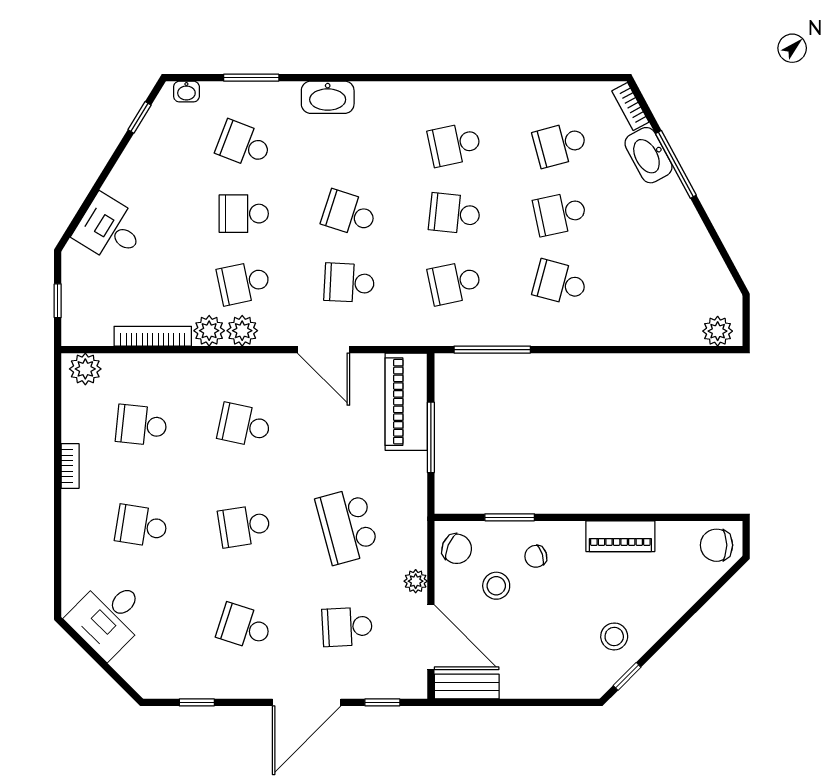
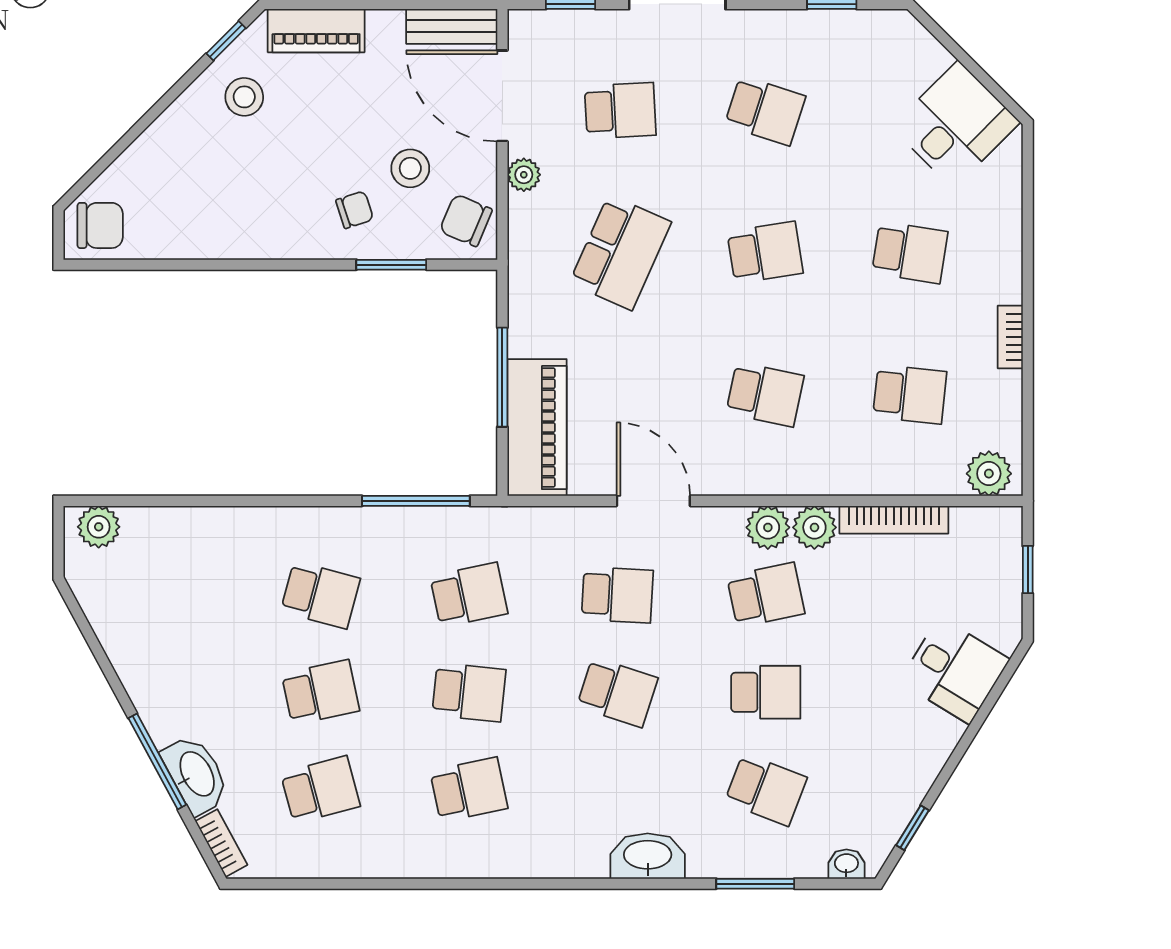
school desk: (347, 526) -> (620, 252), turned 39
piano: (620, 536) -> (316, 31), moved, turned 180

